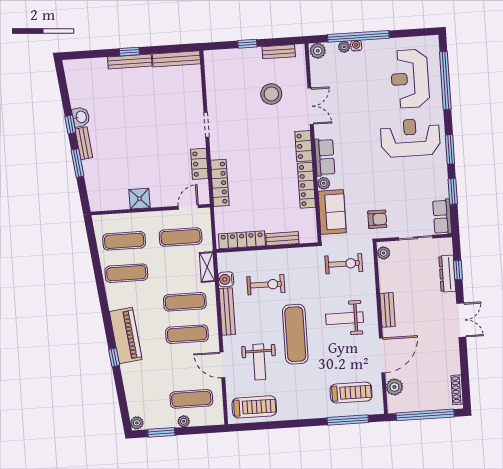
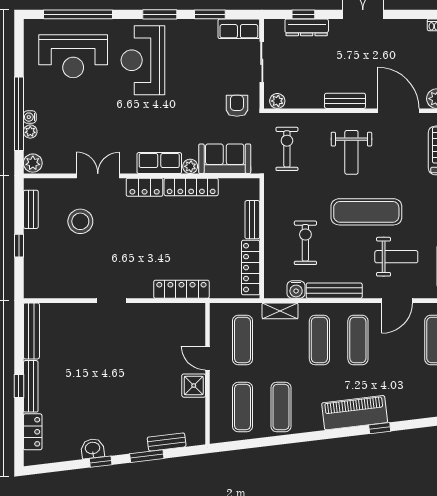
bench: (84, 143) -> (167, 442), moved
locker: (199, 164) -> (33, 432), moved, turned -90
door: (188, 207) -> (208, 358), moved

